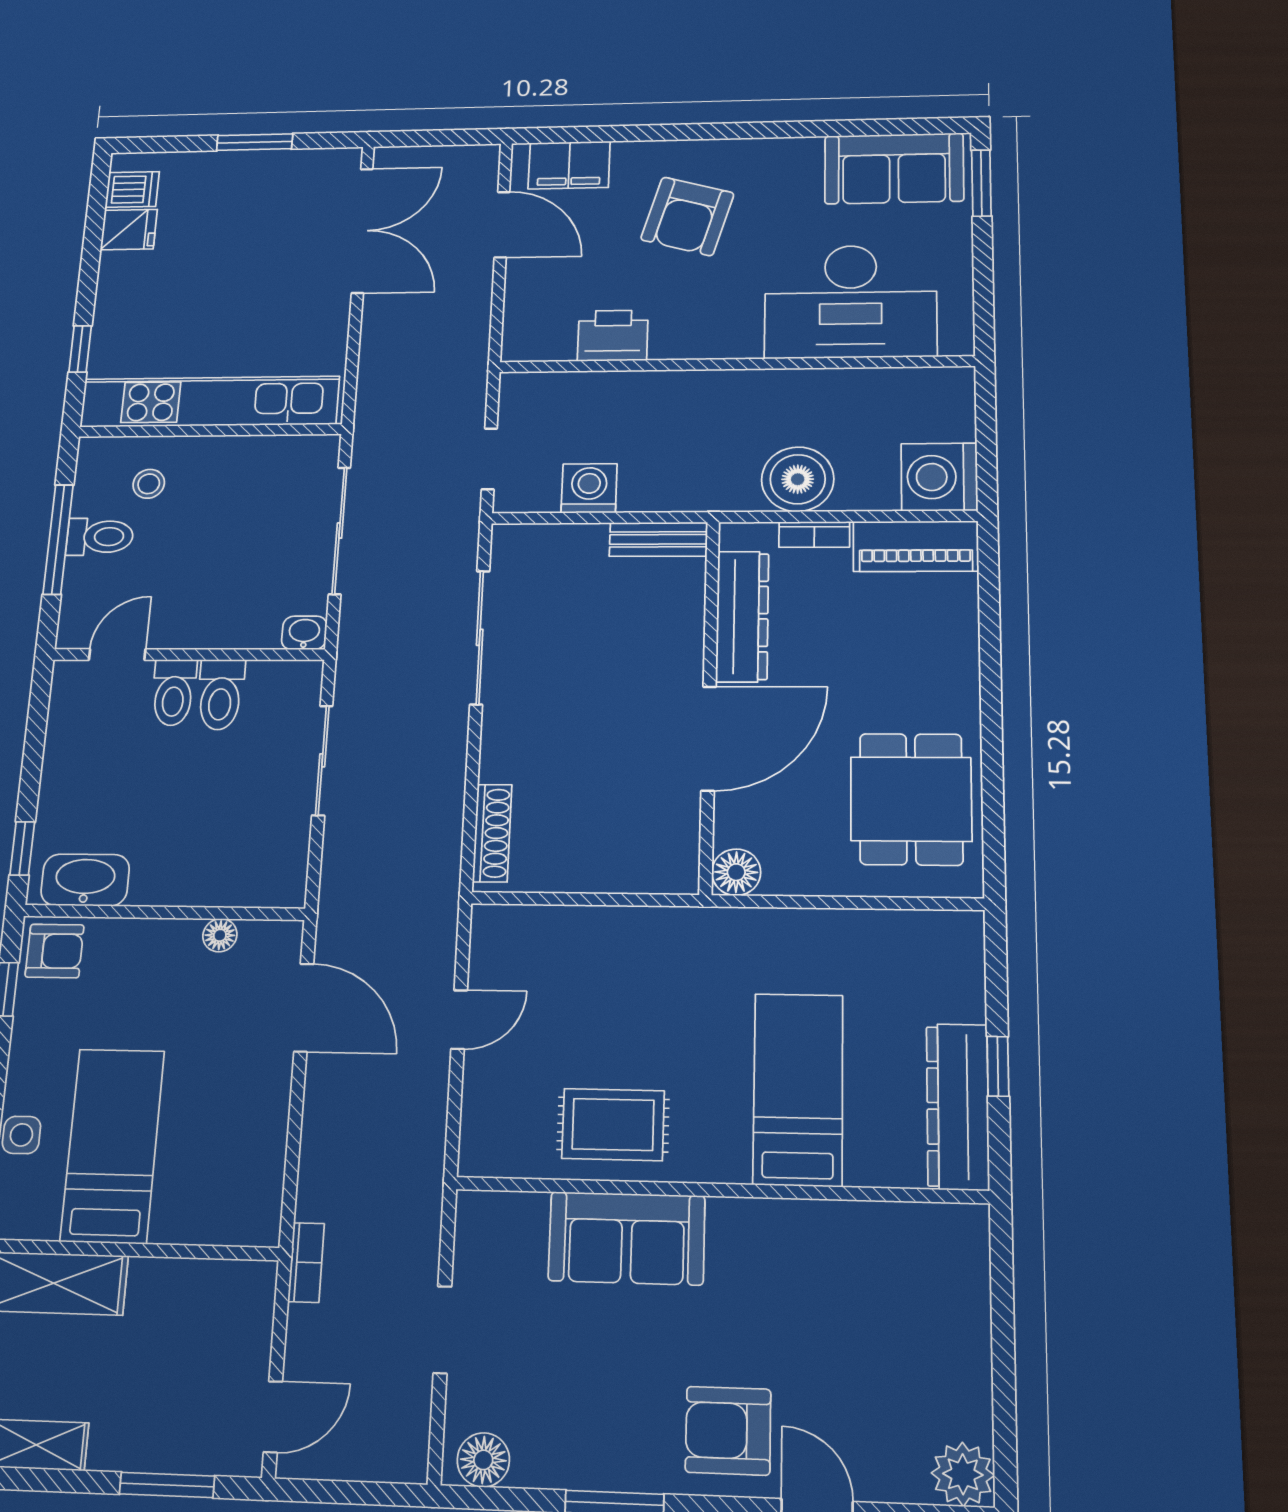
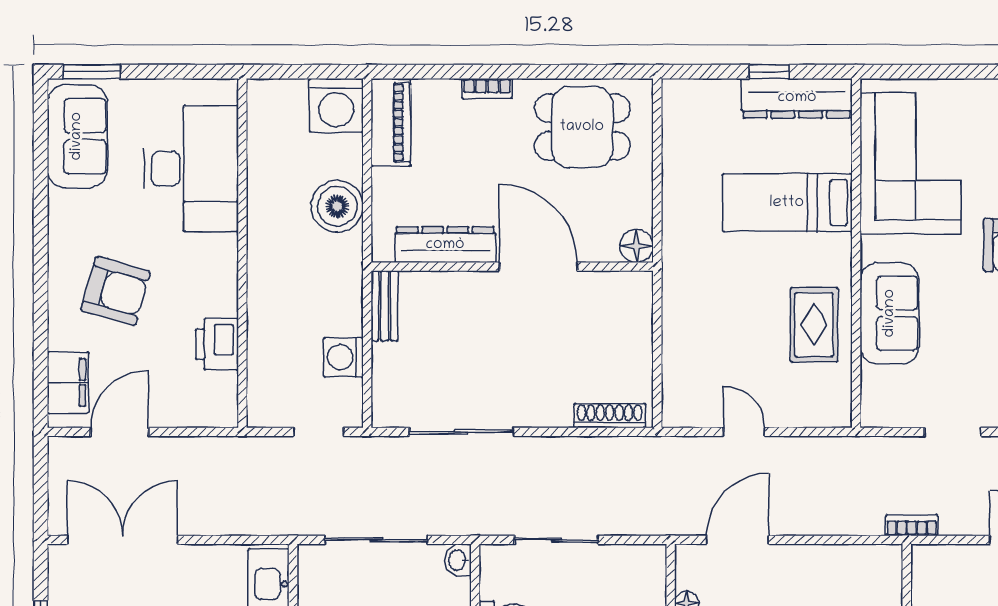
bookcase: (814, 534) -> (487, 89), moved, turned 90
corner sofa: (858, 1277) -> (911, 163), added

